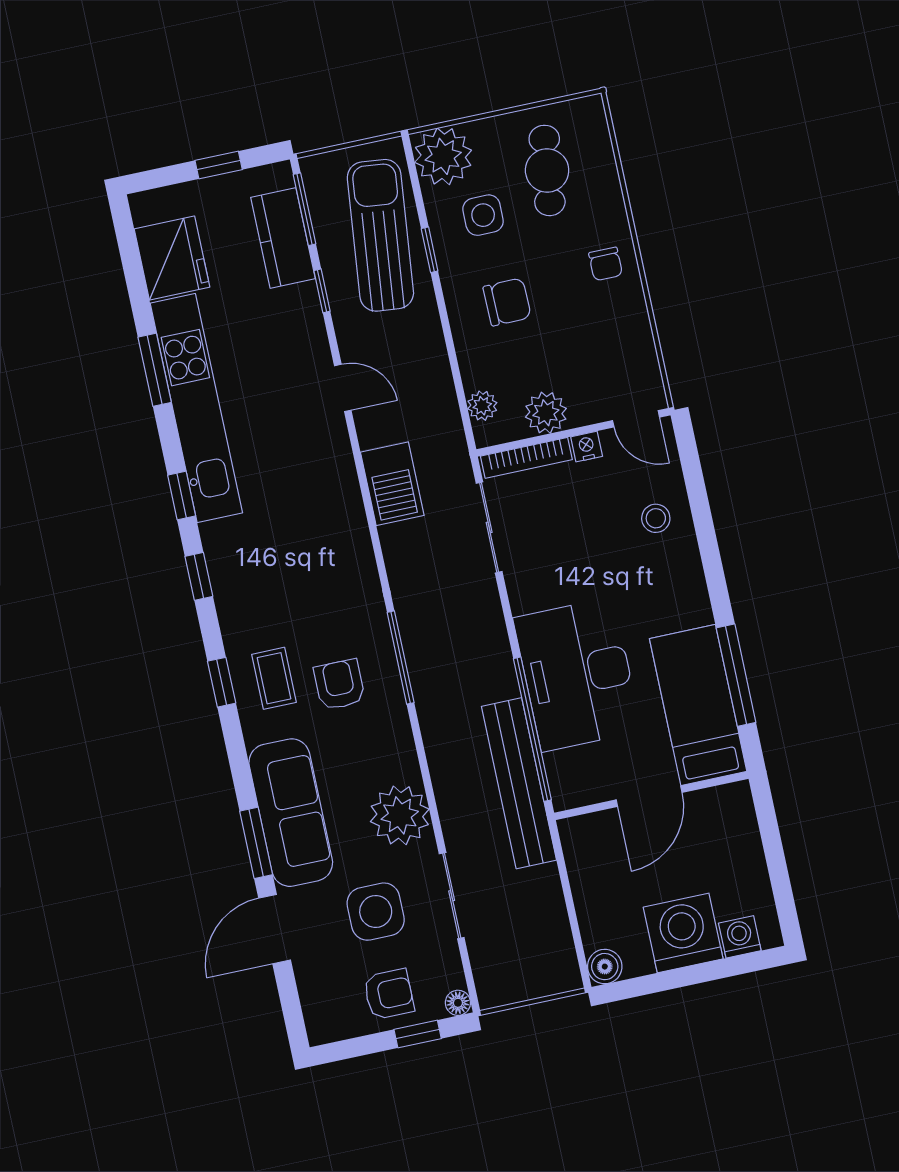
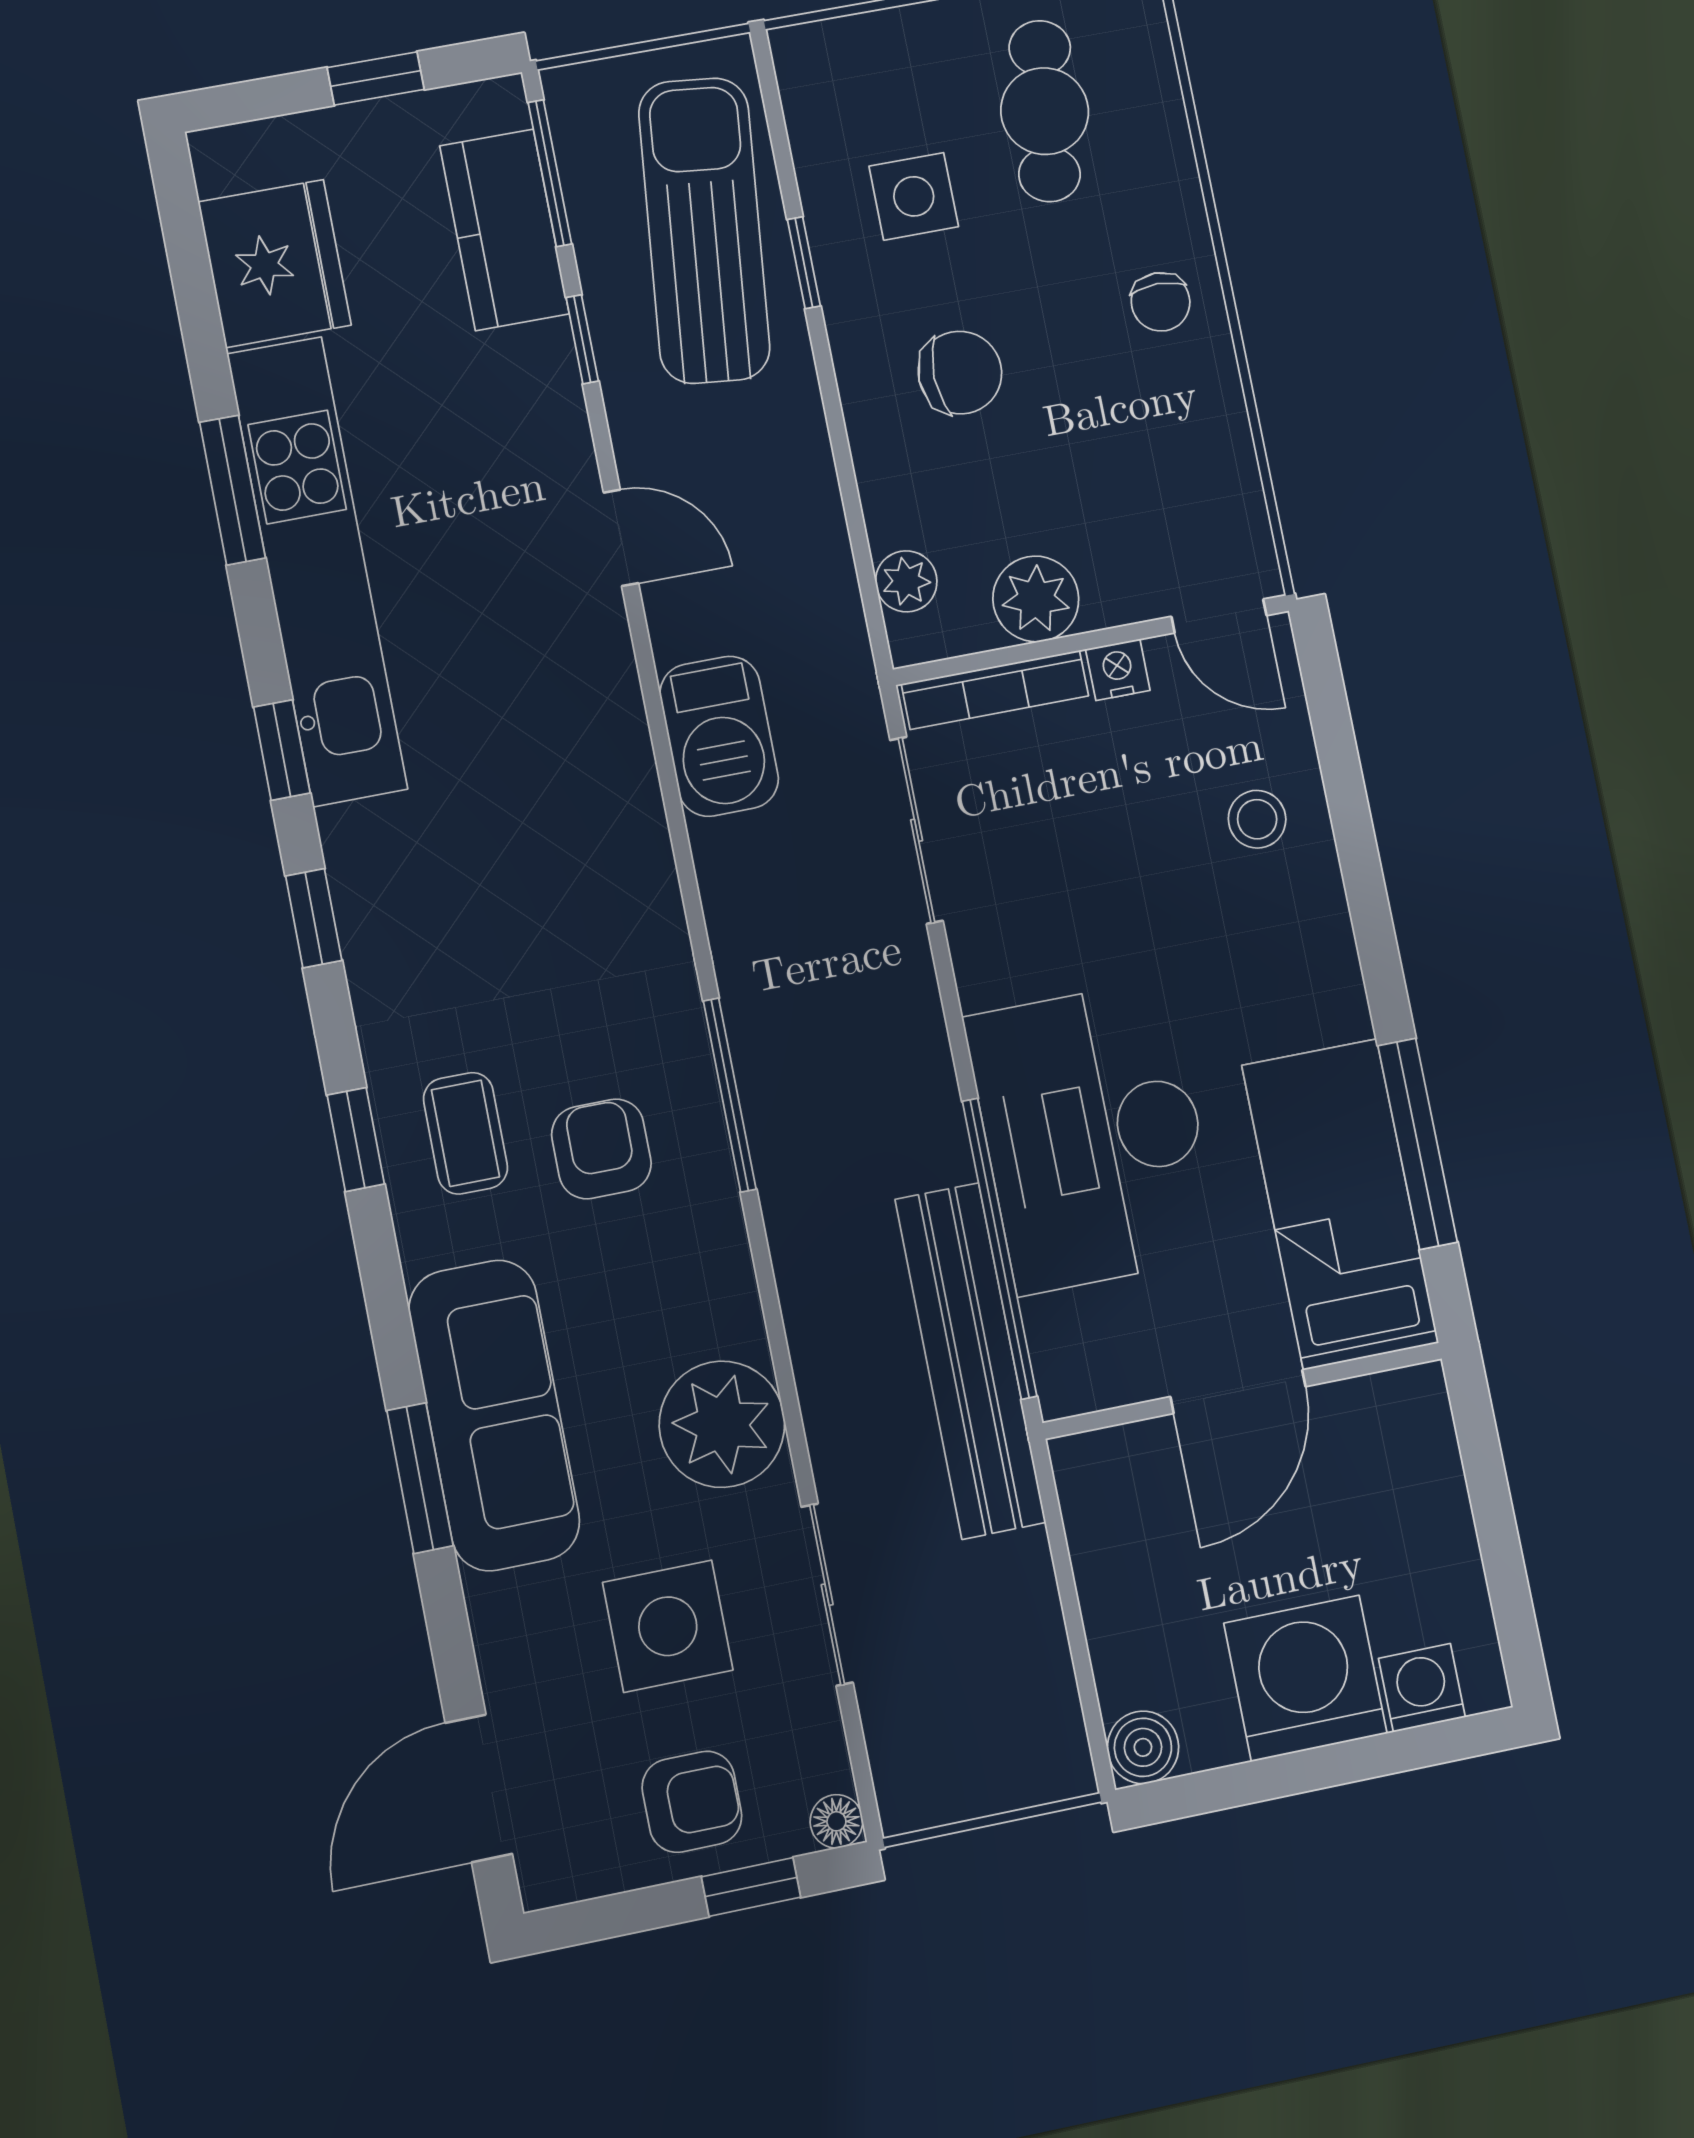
plant: (443, 156) -> (835, 76), removed
door: (275, 929) -> (479, 1788), moved

